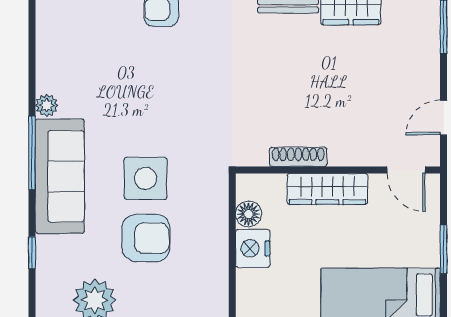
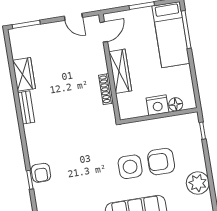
floor lamp: (249, 214) -> (176, 104), moved
armchair: (146, 238) -> (161, 162), turned -90

